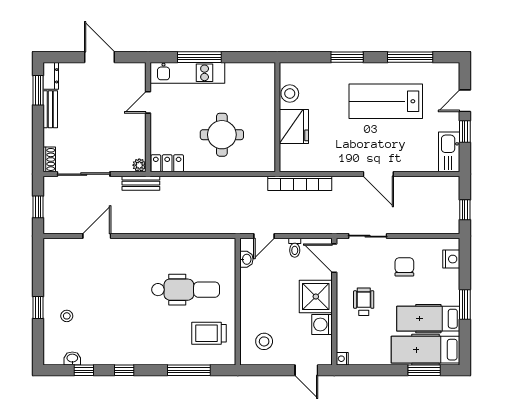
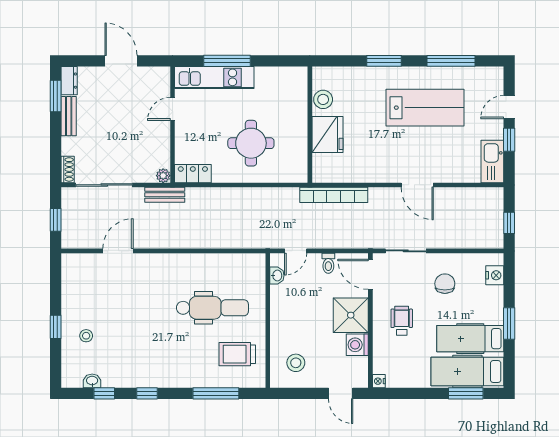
lab bench: (386, 101) -> (425, 108), turned 180

